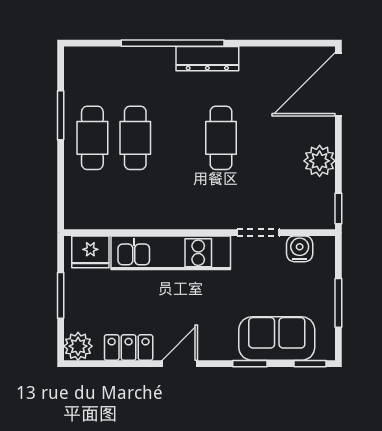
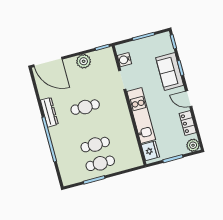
dresser: (207, 59) -> (49, 112), moved
sofa: (277, 338) -> (170, 72), moved

